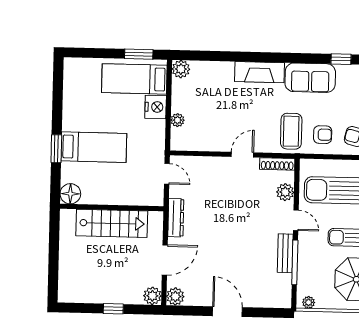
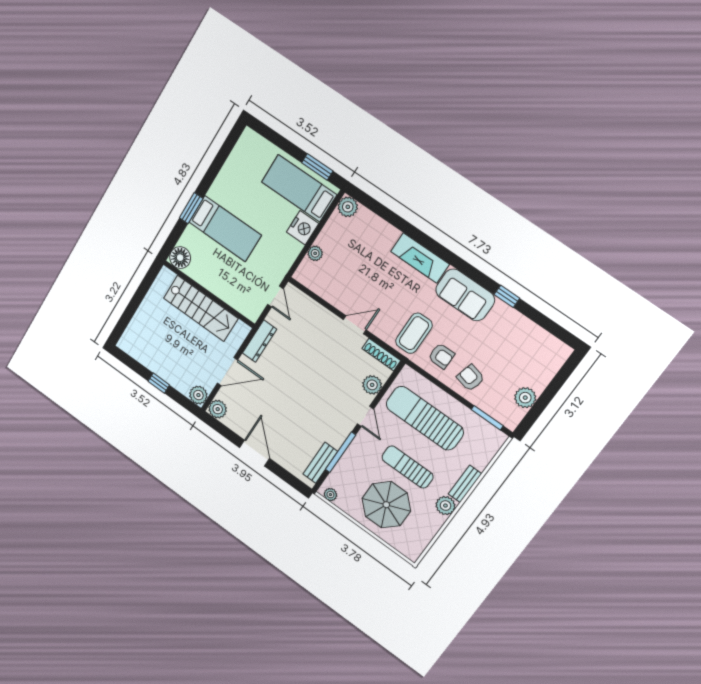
bench: (285, 253) -> (320, 463), moved

